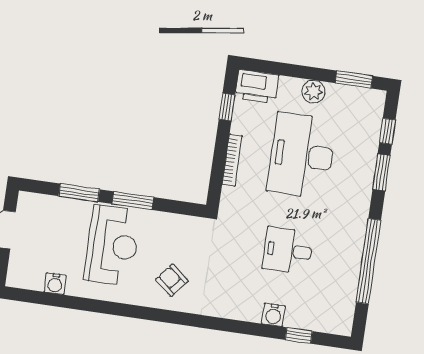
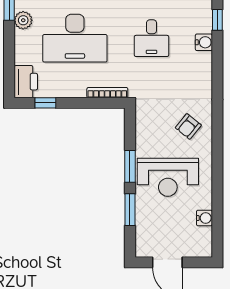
plant: (313, 92) -> (23, 20), moved
bookcase: (232, 160) -> (107, 93), moved
reception desk: (112, 246) -> (168, 177), turned 180

